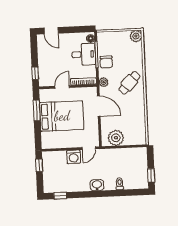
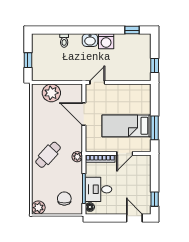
chair: (106, 62) -> (64, 199), moved
window: (35, 73) -> (155, 199), moved
door: (99, 106) -> (84, 114), moved
bed: (62, 116) -> (127, 126), width x0.67
plant: (116, 138) -> (51, 93), moved
washing machine: (74, 157) -> (106, 41), moved, turned 180
window: (151, 175) -> (28, 60), moved

